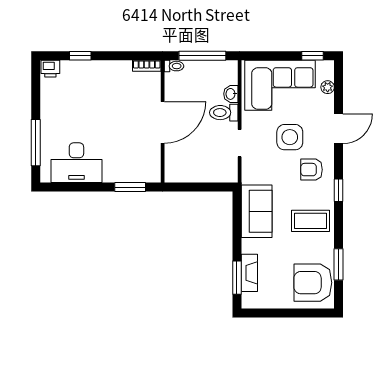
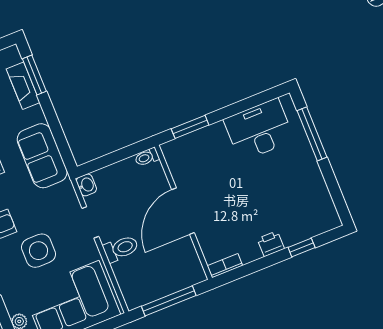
toilet: (174, 66) -> (147, 157), moved
printer: (50, 69) -> (271, 244), moved
washbasin: (231, 94) -> (86, 185), moved

